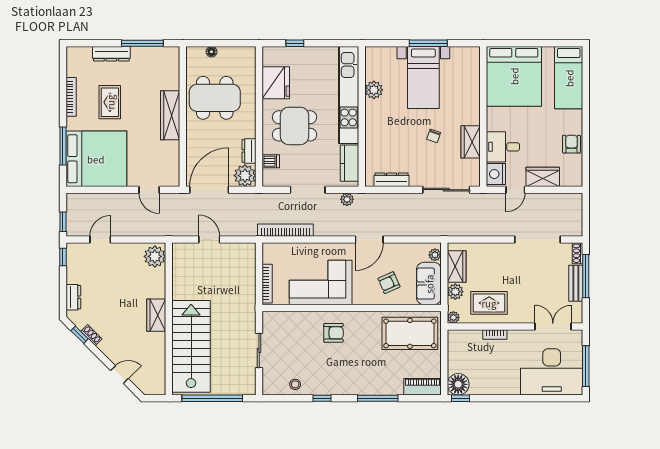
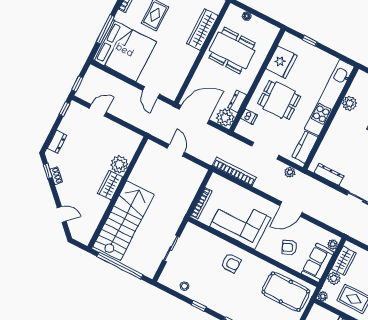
wardrobe: (170, 115) -> (202, 30), moved
plant: (155, 256) -> (119, 164), moved

